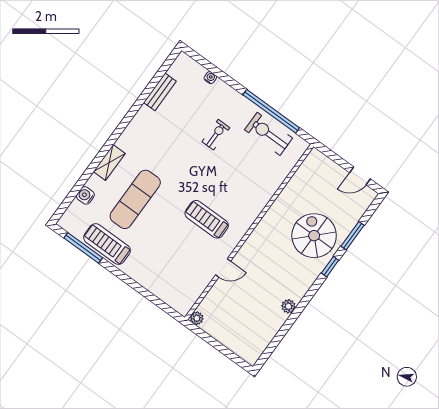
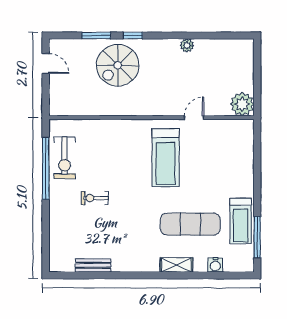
water cooler: (210, 78) -> (54, 234), removed
treadmill: (207, 219) -> (166, 158), width x1.37, depth x1.38
door: (223, 268) -> (194, 118), hinge flipped
plant: (197, 318) -> (242, 104), width x1.88, depth x1.88

